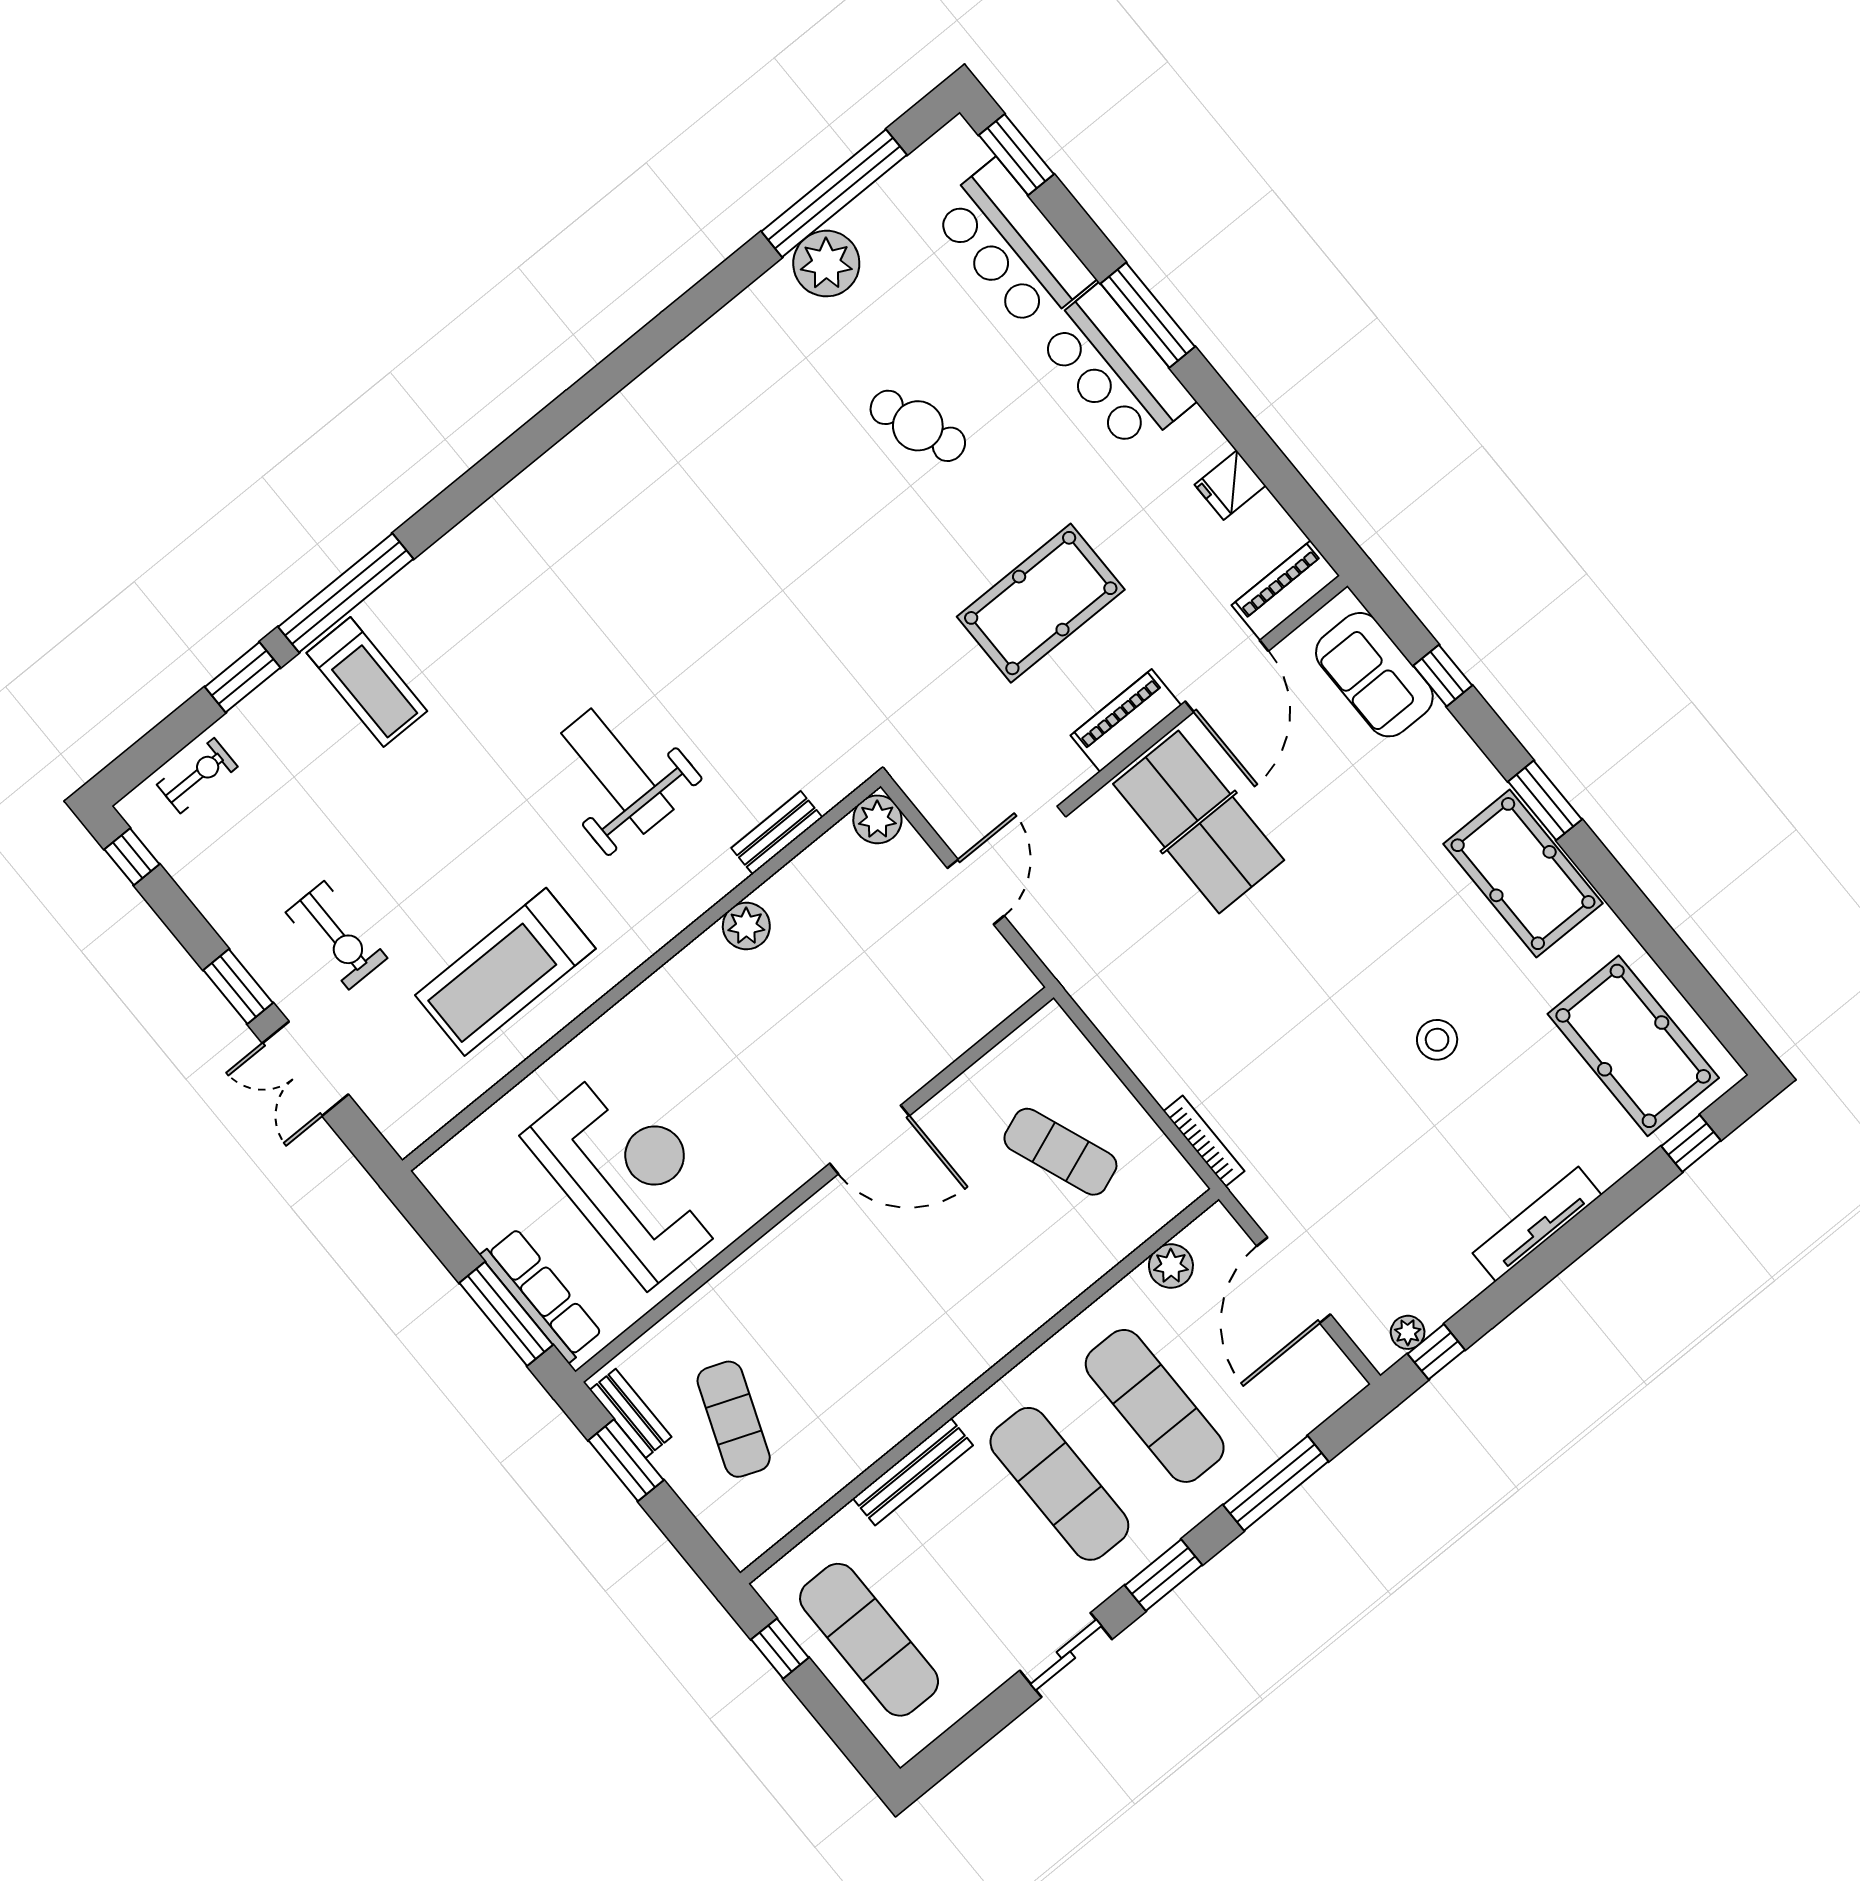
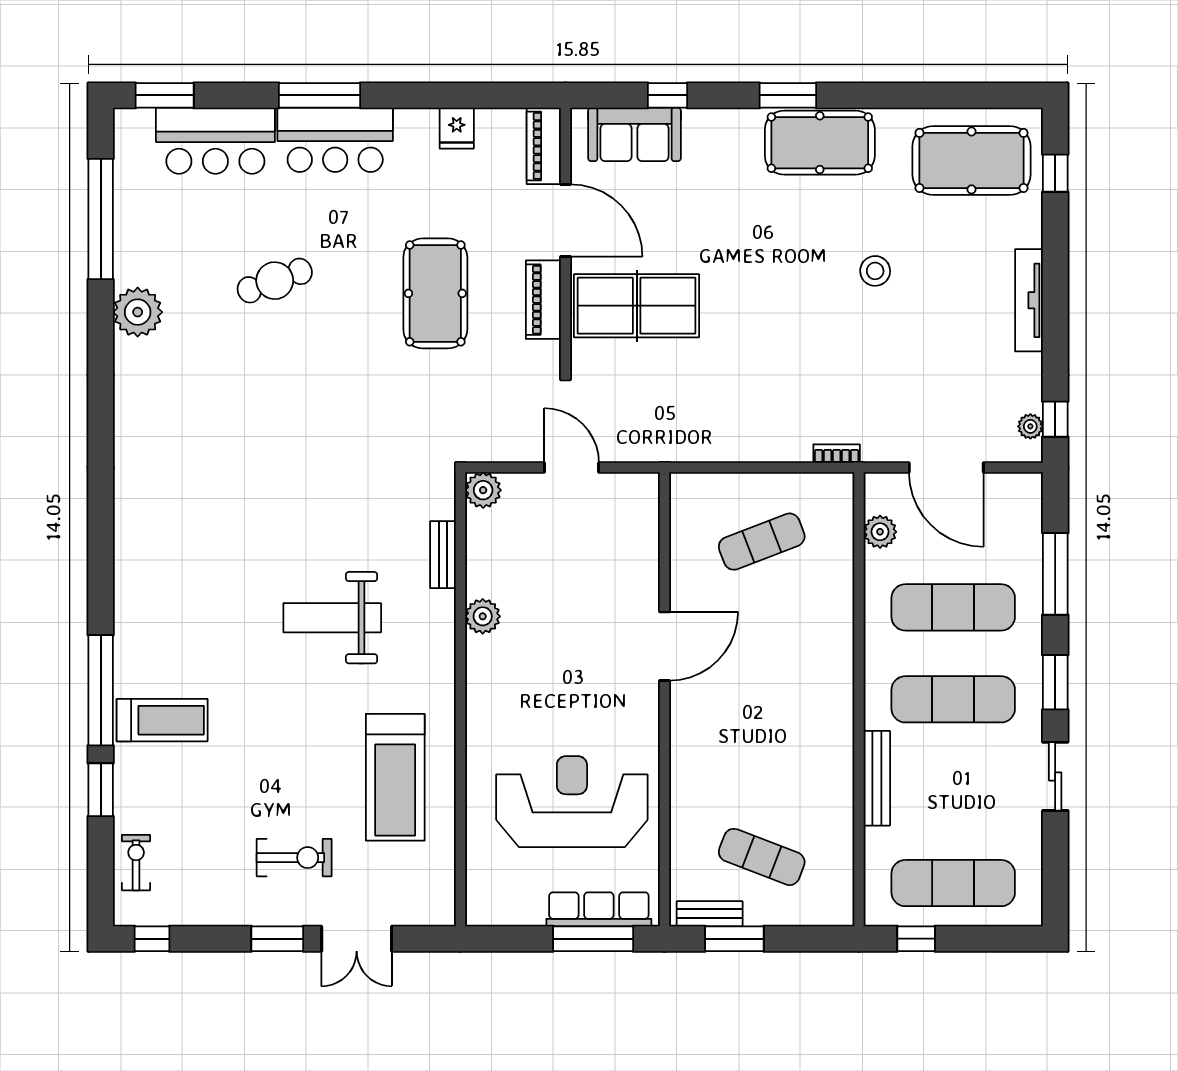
plant: (826, 264) -> (138, 312), moved
bookcase: (1204, 1141) -> (837, 454), width x0.64

